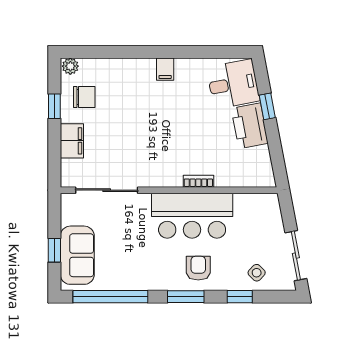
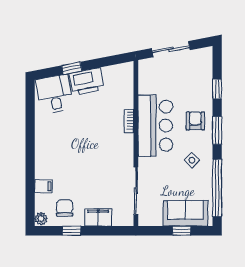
filing cabinet: (165, 69) -> (43, 186), moved
sliding door: (296, 256) -> (171, 49), moved
armchair: (198, 268) -> (195, 121), turned 90
side table: (257, 273) -> (192, 160), moved

